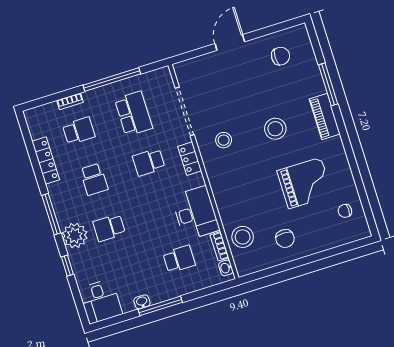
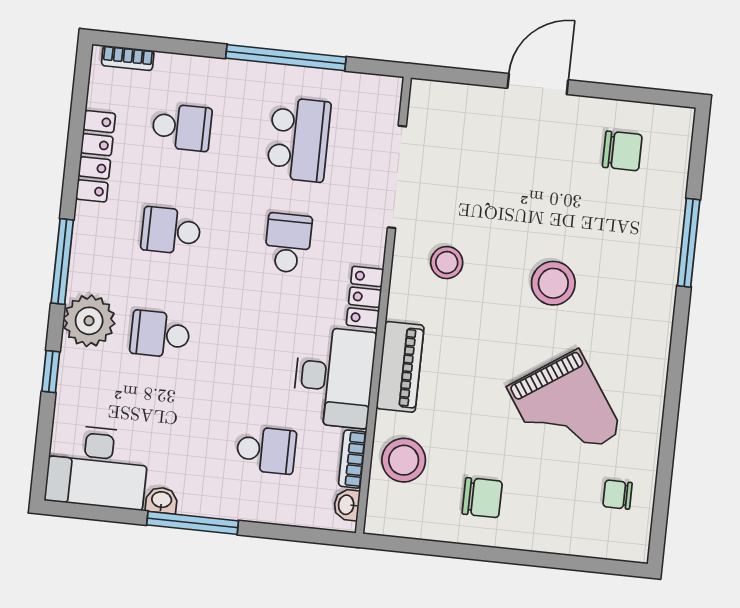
bookcase: (70, 101) -> (128, 58), moved
piano: (325, 116) -> (400, 367), moved, turned 180
locker: (190, 159) -> (365, 297), moved
school desk: (149, 162) -> (288, 243), turned 90
school desk: (94, 179) -> (171, 231), turned 90
grand piano: (305, 183) -> (565, 409), turned 56
chair: (285, 239) -> (482, 498), turned -90
desk: (100, 301) -> (97, 467), width x1.37

